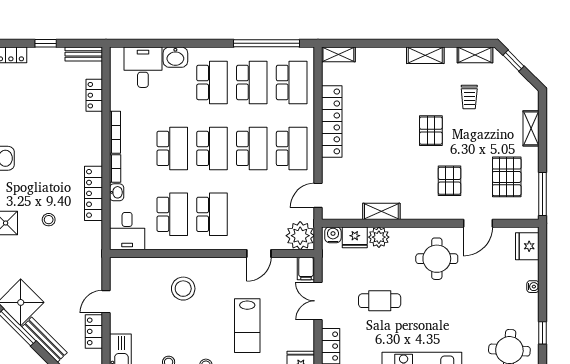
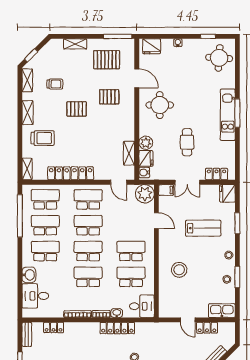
trolley: (386, 78) -> (43, 138), added
shelving: (381, 211) -> (129, 153), moved

